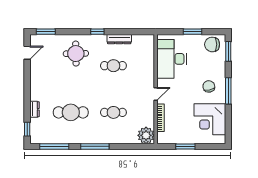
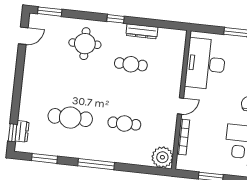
dresser: (34, 109) -> (22, 131), moved
window: (54, 146) -> (45, 158), width x0.69

